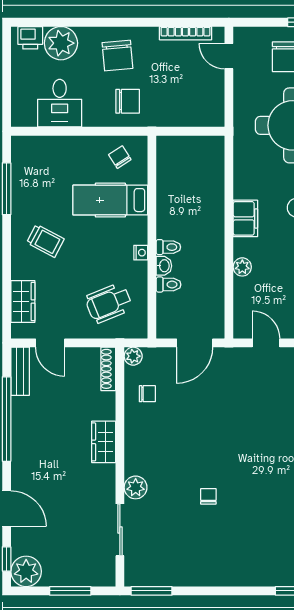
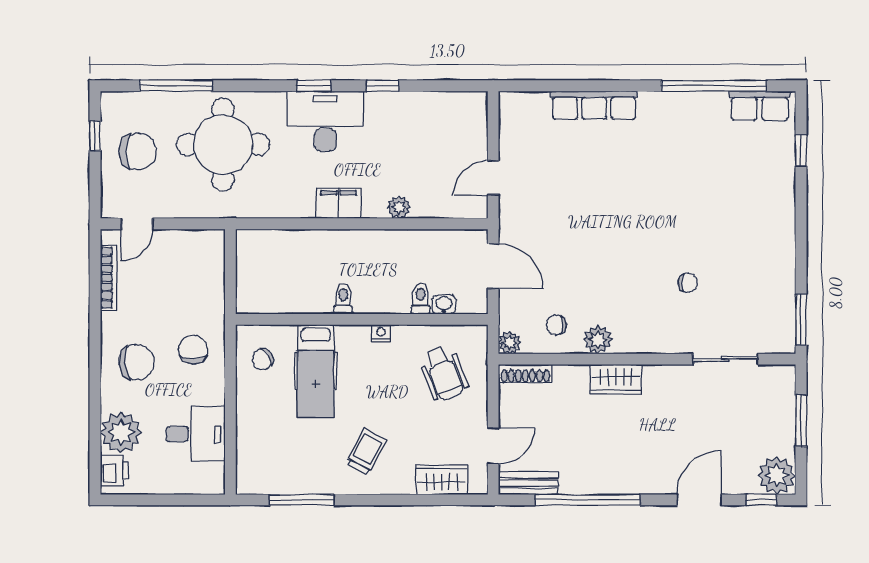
toilet: (168, 247) -> (343, 299), moved
washbasin: (164, 266) -> (444, 304), moved
chair: (147, 394) -> (556, 325), turned -90
plant: (136, 487) -> (598, 340), moved
chair: (208, 496) -> (688, 283), moved, turned 180

